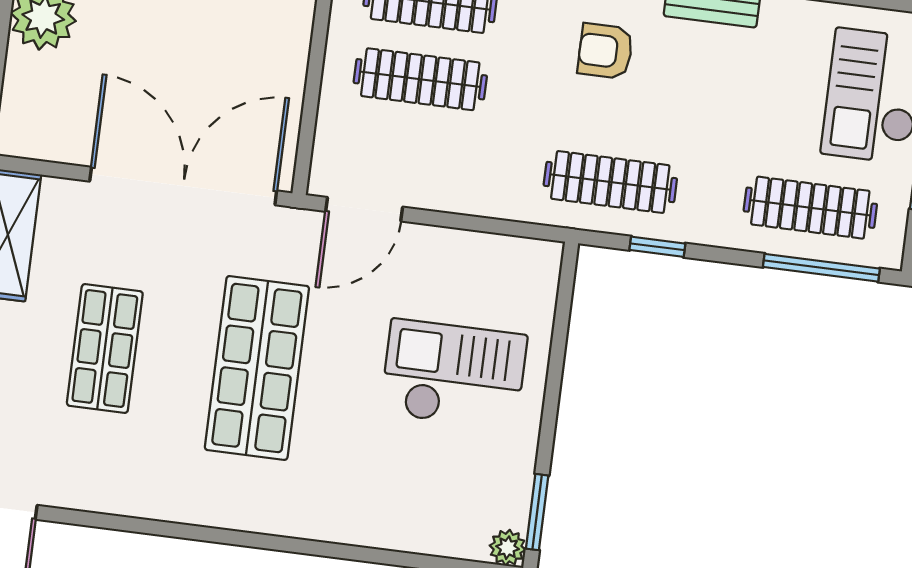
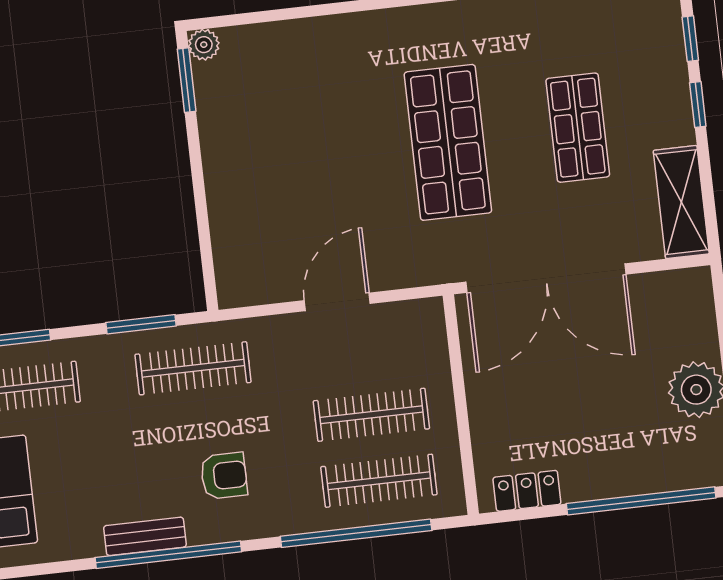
door: (364, 209) -> (337, 302), moved
window: (657, 247) -> (141, 324), width x1.50
checkout: (454, 374) -> (284, 177), removed

